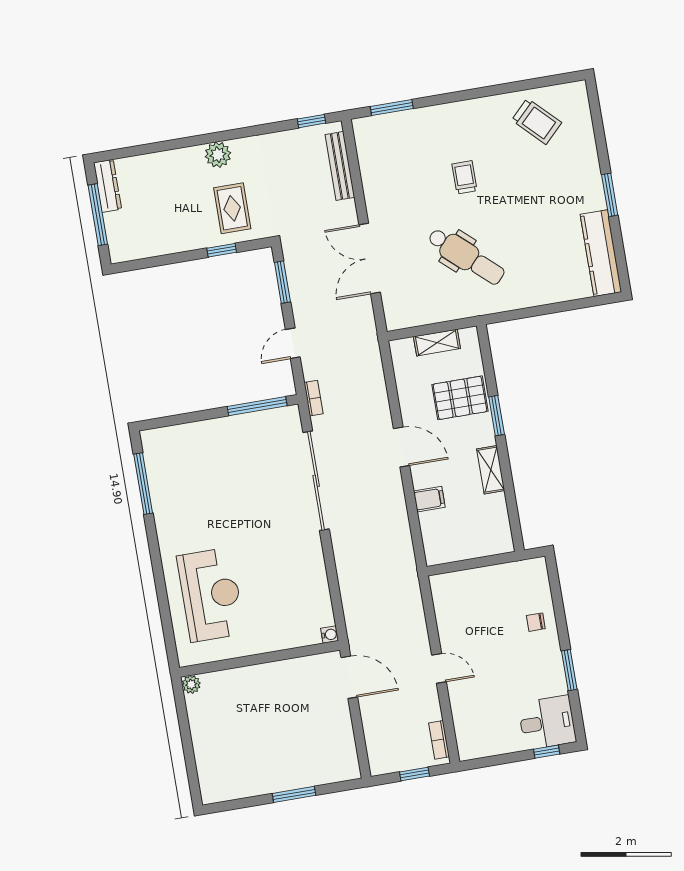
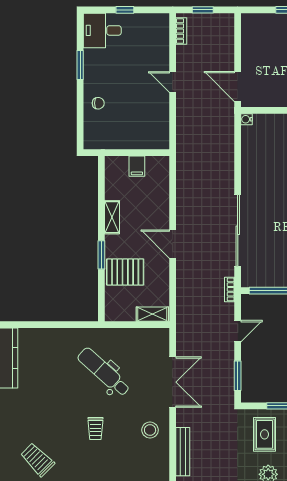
stool: (390, 188) -> (150, 430), added
shelving: (437, 343) -> (152, 314), moved
filing cabinet: (429, 499) -> (137, 166), moved, turned -90
window: (547, 752) -> (125, 10), moved

